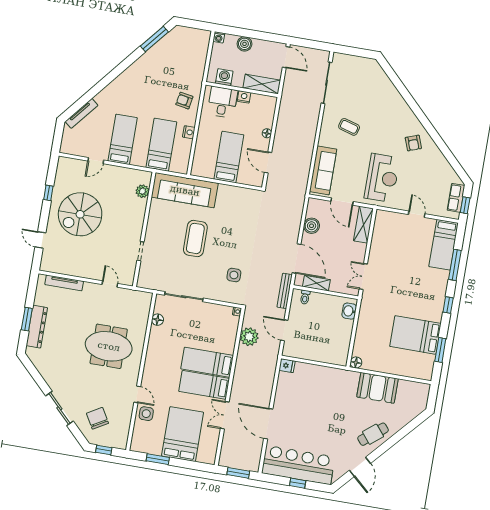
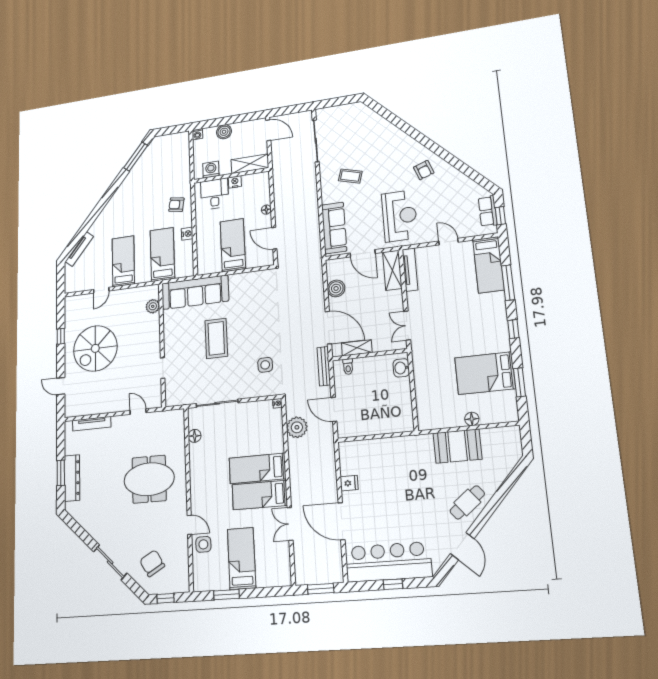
tv unit: (378, 229) -> (410, 270), added
floor lamp: (356, 362) -> (472, 419), moved
fridge: (287, 366) -> (349, 483), moved
bed: (183, 434) -> (242, 558), width x0.67

